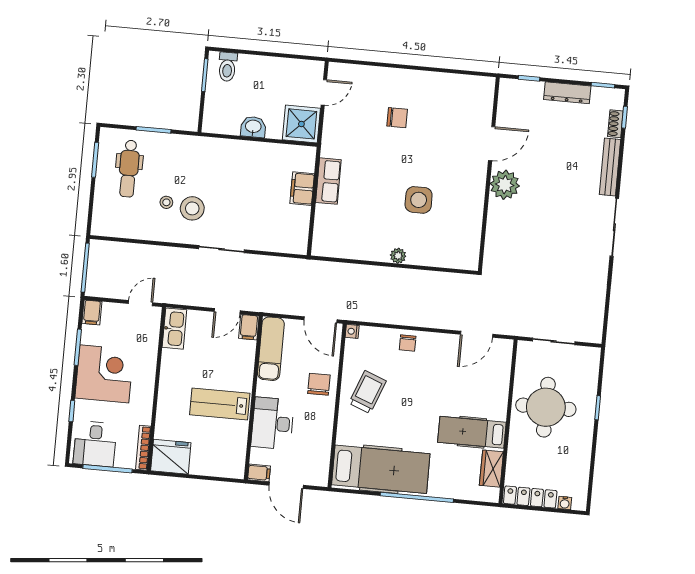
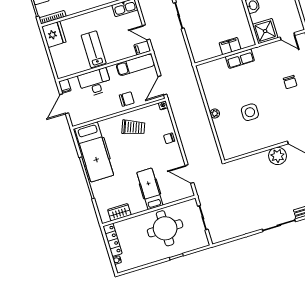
hospital bed: (472, 432) -> (150, 189), moved

